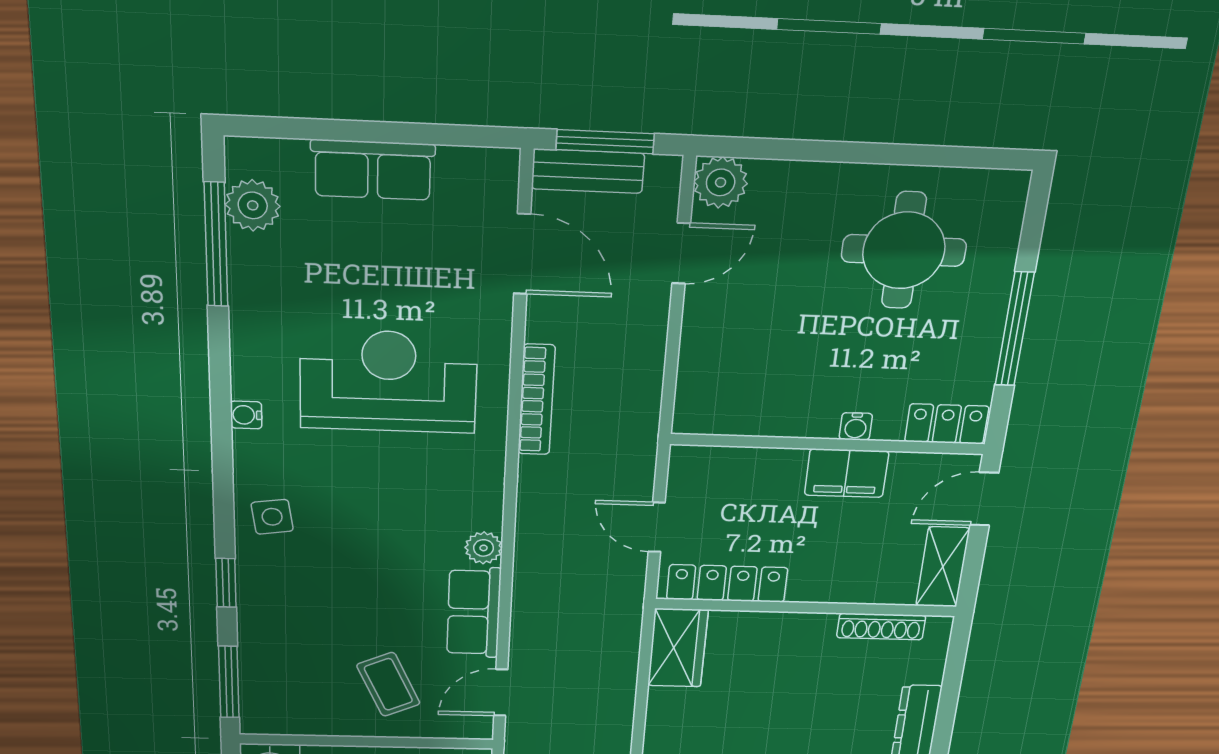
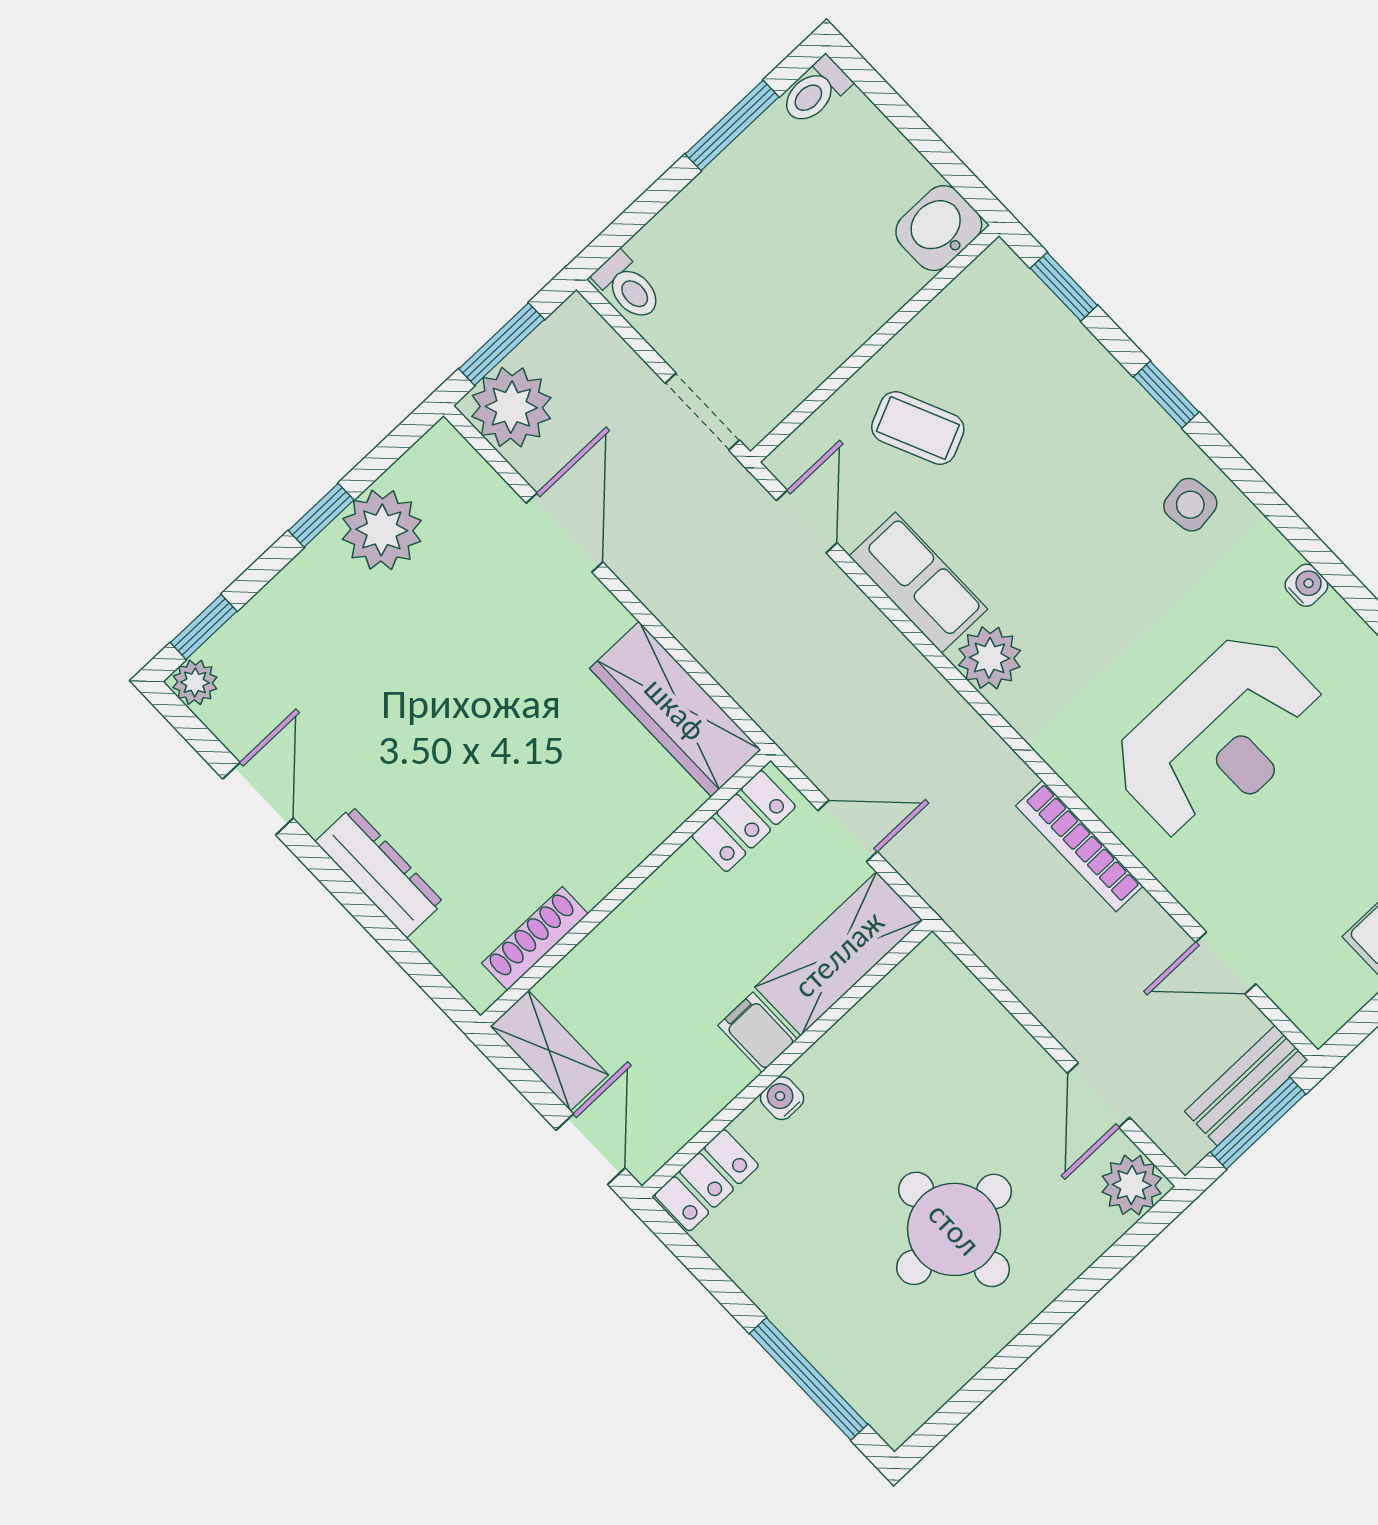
round table: (904, 250) -> (954, 1229), moved
door: (522, 254) -> (1226, 963), width x0.73
window: (1015, 329) -> (809, 1379), moved
shelving: (736, 471) -> (839, 954), added
filing cabinet: (846, 473) -> (758, 1032), width x0.50
plant: (484, 548) -> (990, 658), width x1.38, depth x1.38
locker: (727, 583) -> (744, 821), width x0.66
wardrobe: (678, 648) -> (675, 709), width x1.50
window: (229, 682) -> (1064, 287), width x0.67

